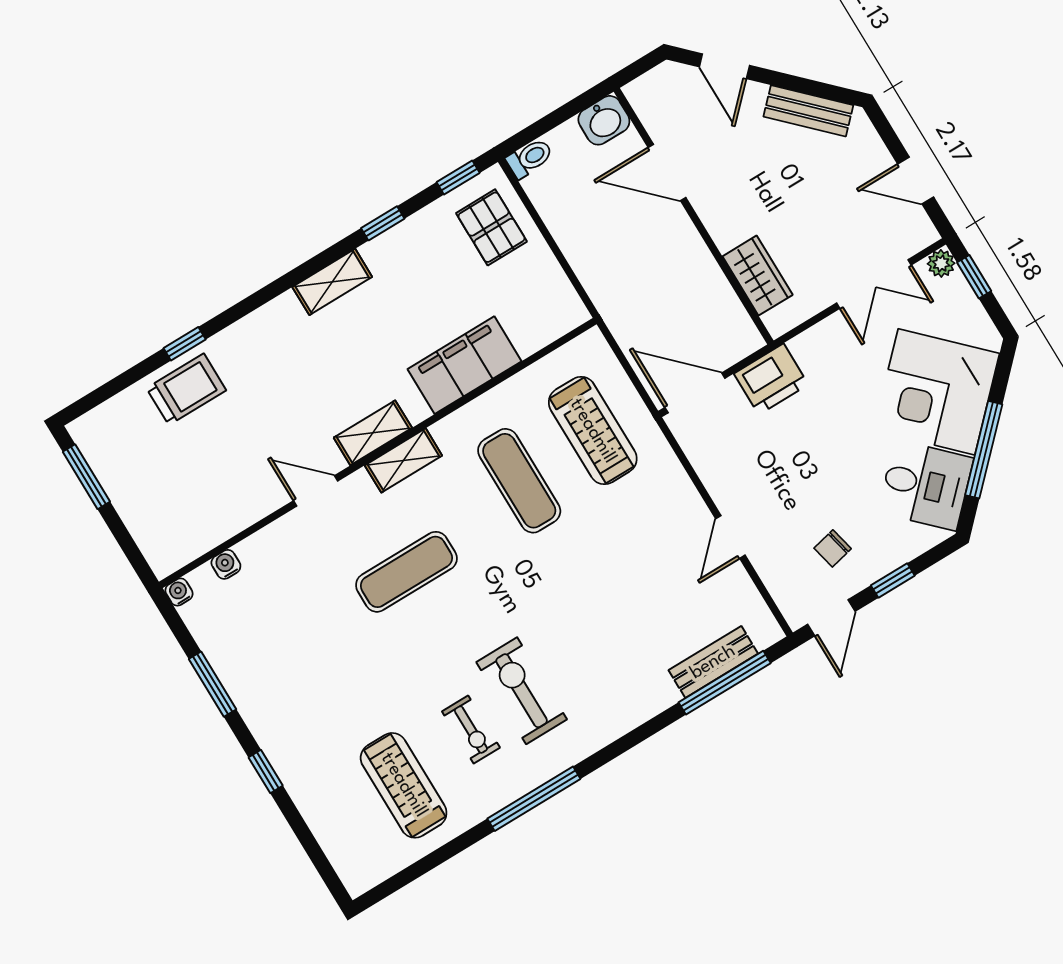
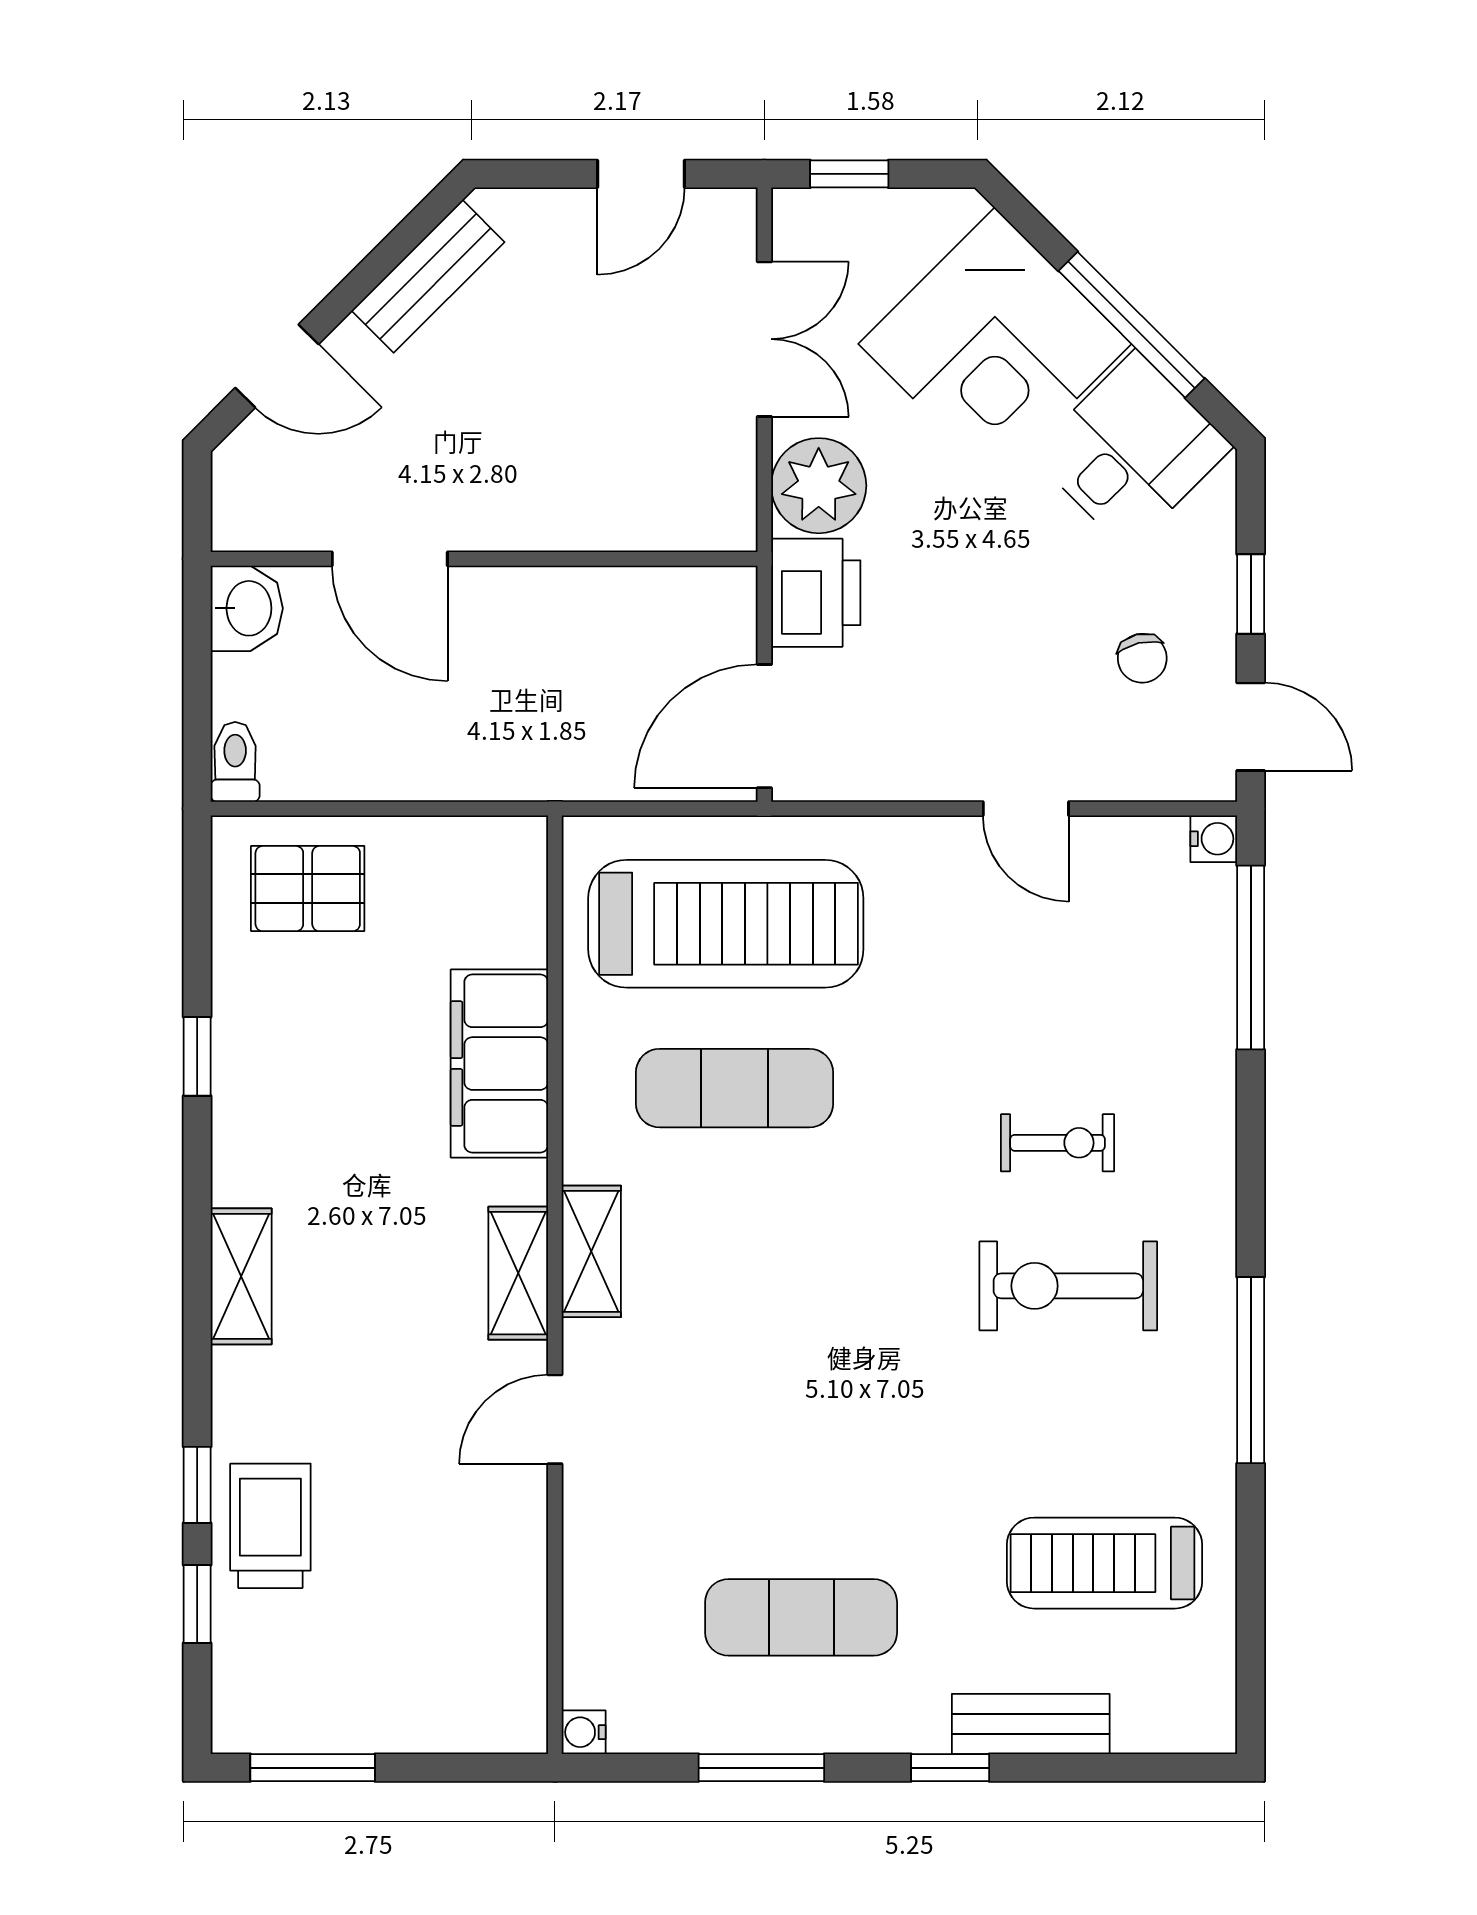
door: (667, 173) -> (390, 559), hinge flipped
window: (458, 177) -> (197, 1604), moved
plant: (941, 263) -> (819, 486), moved, width x1.88, depth x1.88
wardrobe: (758, 276) -> (639, 515), removed
shelving: (332, 282) -> (241, 1276), moved
treadmill: (593, 431) -> (726, 924), width x1.37, depth x1.37
water cooler: (226, 564) -> (1214, 839), moved, turned 180
exercise mat: (406, 572) -> (801, 1617), moved, turned 90
bench: (713, 662) -> (1031, 1724), moved, turned 90
exercise bike: (471, 730) -> (1058, 1143), moved

